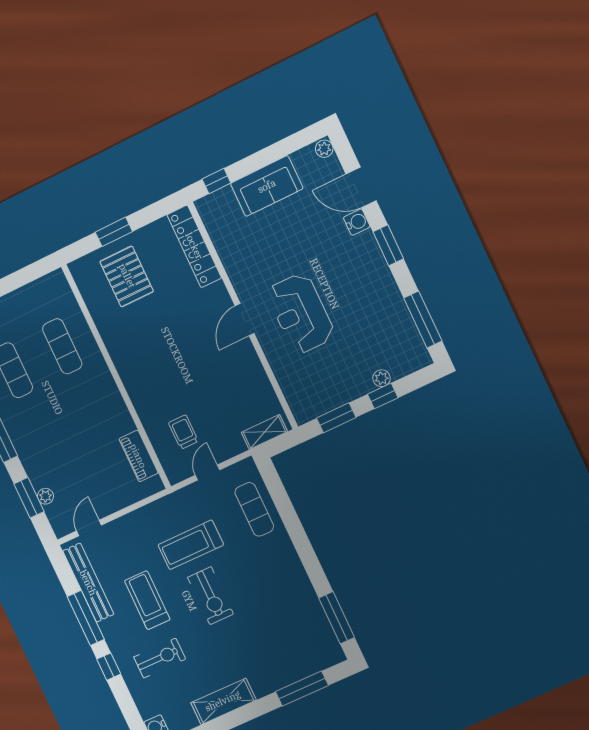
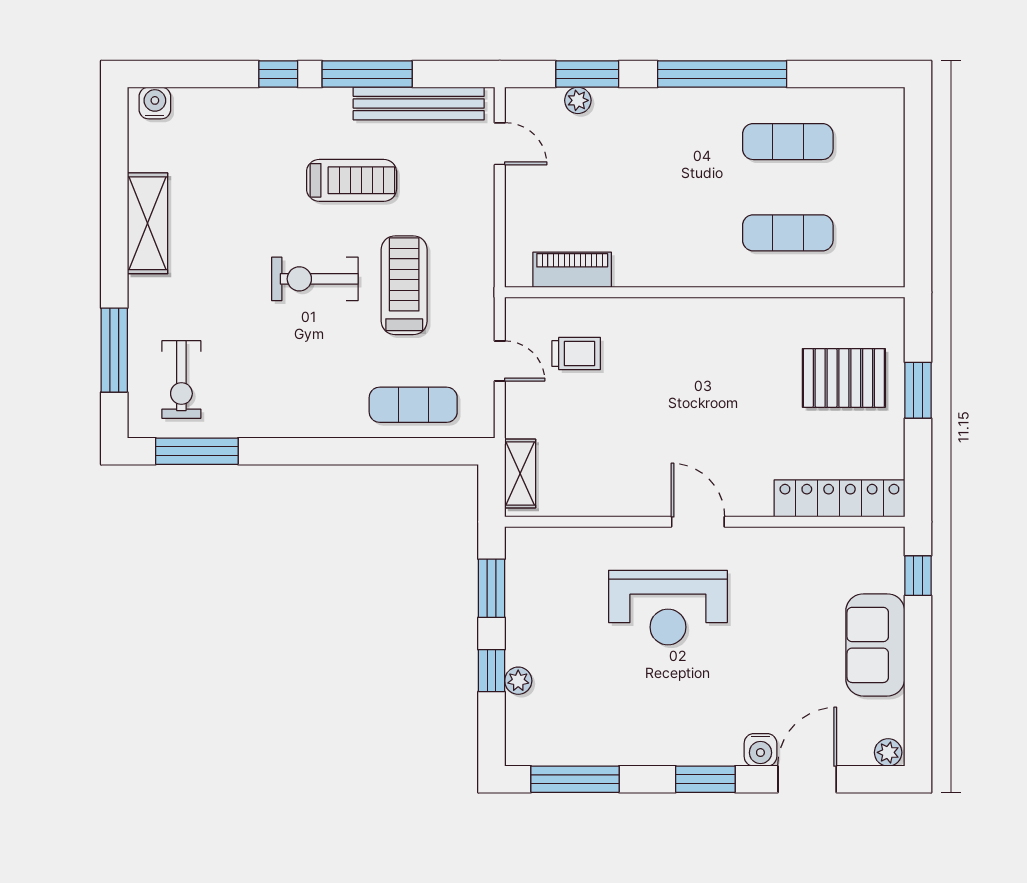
reception desk: (301, 313) -> (668, 608), turned 180
exercise bike: (160, 658) -> (181, 380), moved

